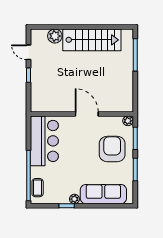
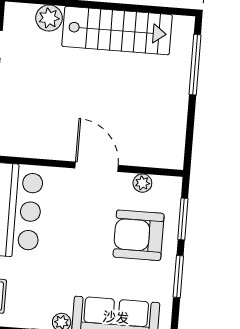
plant: (128, 121) -> (142, 183), moved
armchair: (112, 149) -> (139, 235), turned -90

